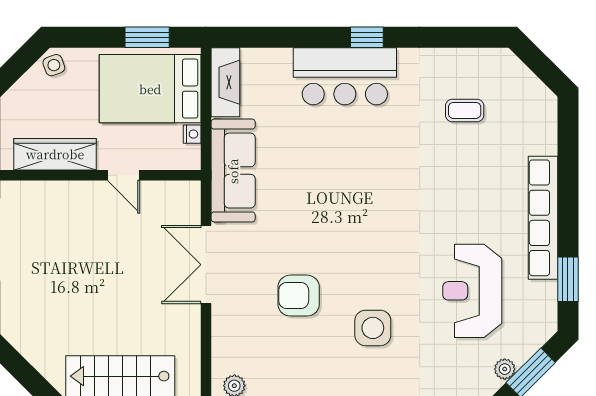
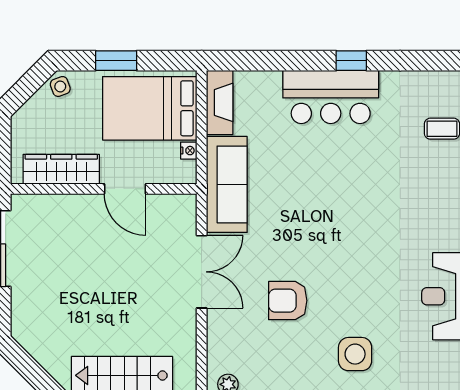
window: (147, 37) -> (116, 61), moved
door: (124, 175) -> (125, 189), width x1.38
double door: (206, 265) -> (202, 272), swing flipped
side table: (373, 328) -> (355, 354), moved

